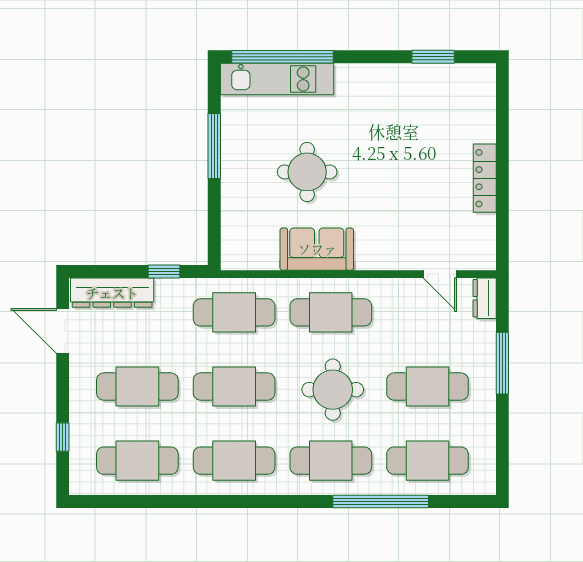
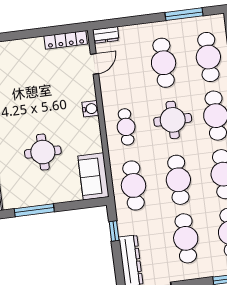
locker: (485, 178) -> (66, 40), moved
sofa: (317, 249) -> (93, 176), moved
water cooler: (368, 258) -> (90, 109), added
cafe table: (331, 312) -> (126, 127), width x0.73, depth x0.74
window: (502, 363) -> (184, 14), moved

